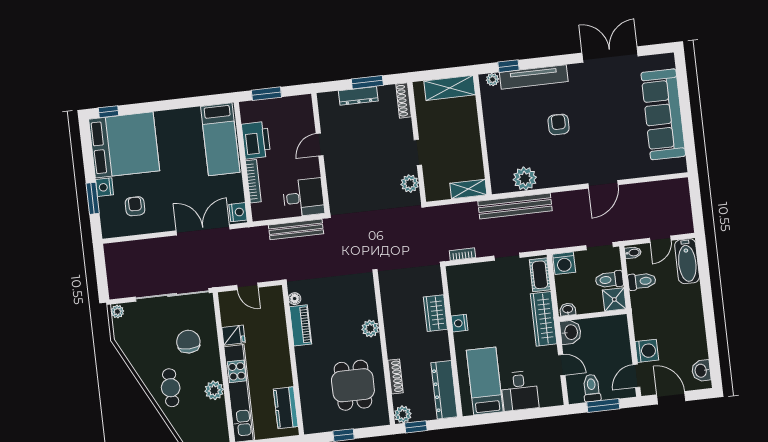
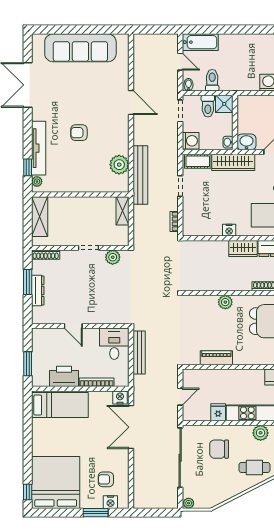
nightstand: (105, 187) -> (110, 502), moved
floor lamp: (295, 299) -> (194, 360), removed
wardrobe: (435, 313) -> (243, 248), moved

